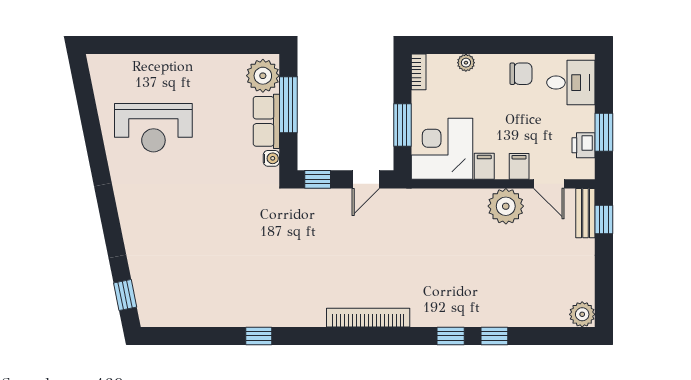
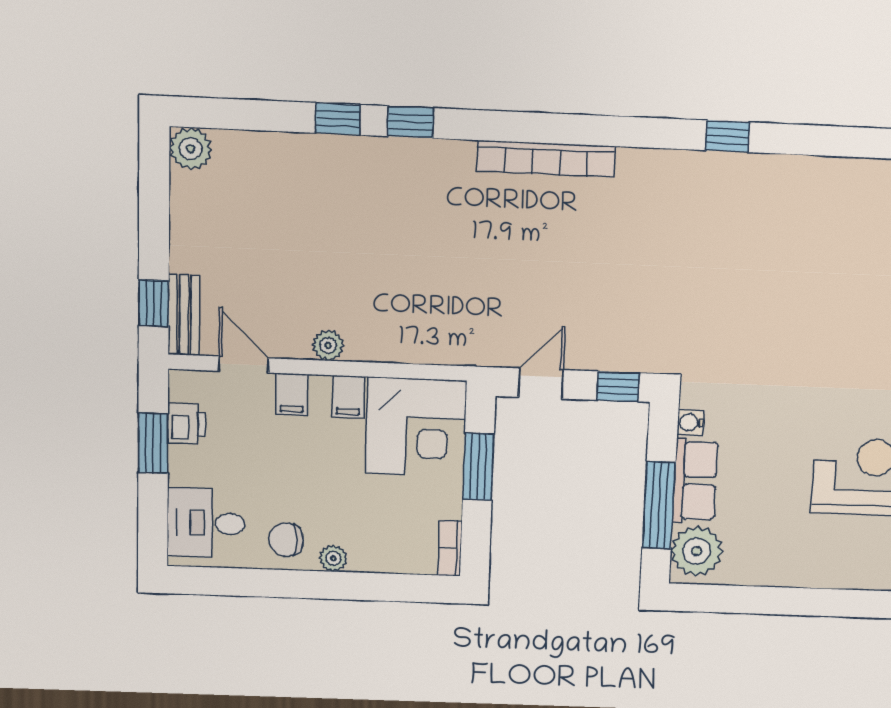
plant: (466, 63) -> (333, 558), moved
plant: (506, 206) -> (328, 345), width x0.53, depth x0.53

